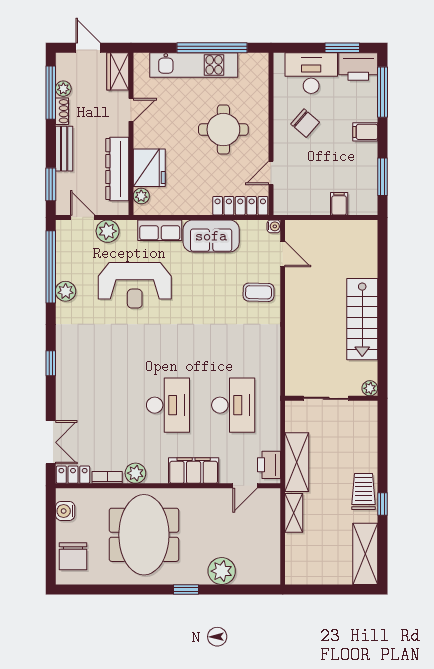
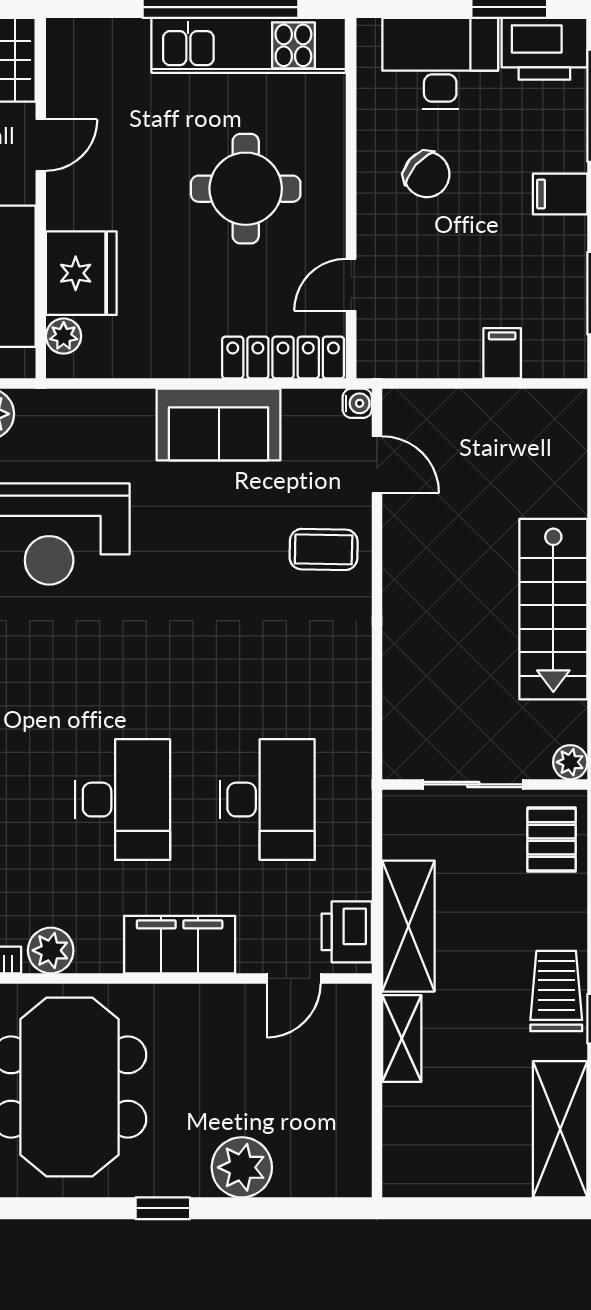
kitchen unit: (194, 65) -> (249, 45), moved
row of seats: (160, 230) -> (105, 412), removed
pallet: (361, 423) -> (552, 840), added

